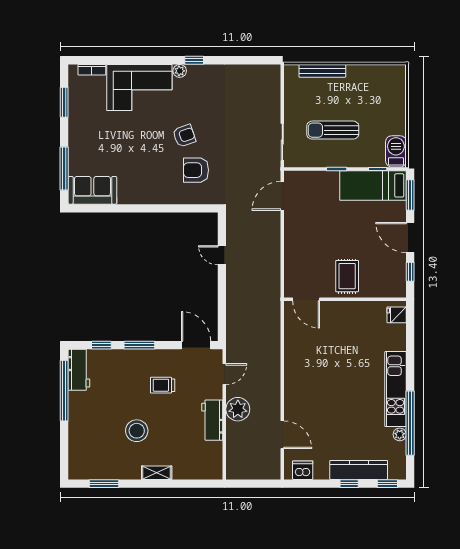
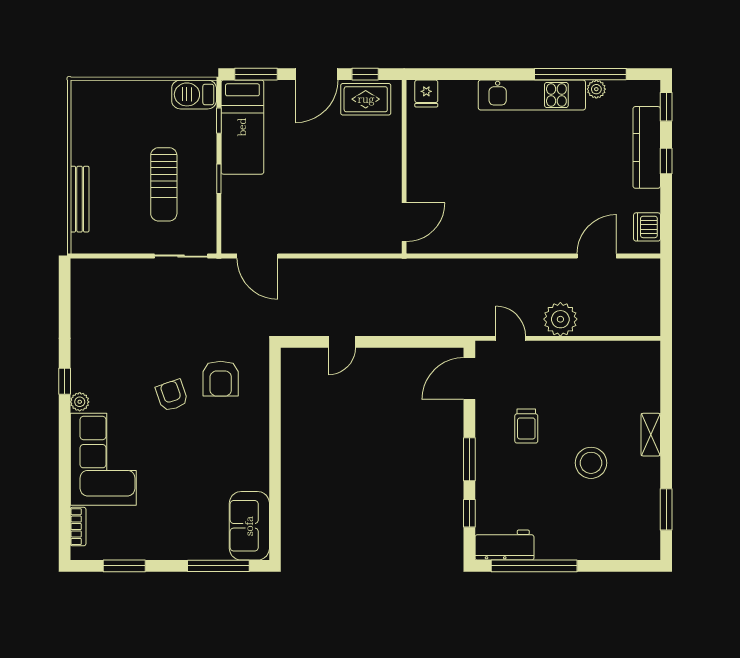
rug: (347, 276) -> (366, 99), moved
workbench: (212, 420) -> (576, 356), removed

